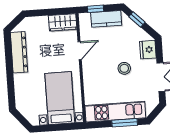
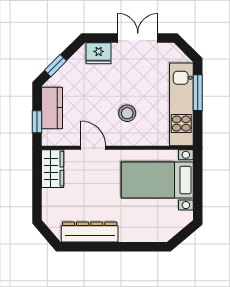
stool: (124, 68) -> (127, 113), moved

